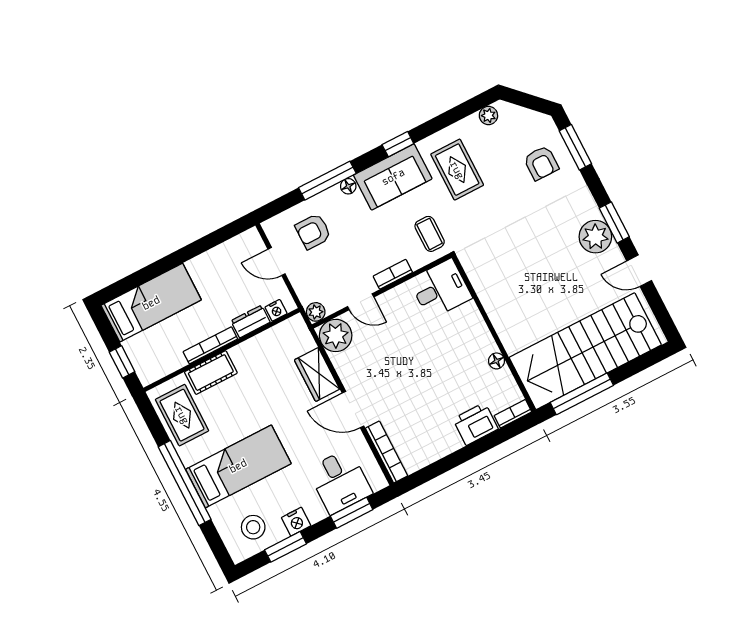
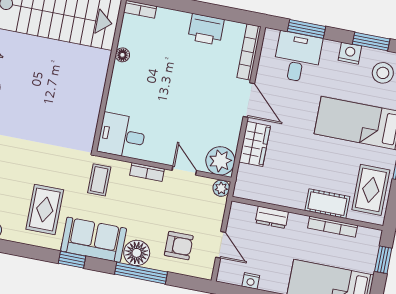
floor lamp: (348, 186) -> (137, 253), width x1.89, depth x1.89
nightstand: (276, 310) -> (251, 281), moved, turned 180
bookcase: (210, 345) -> (333, 227), moved
printer: (475, 424) -> (206, 29), moved

